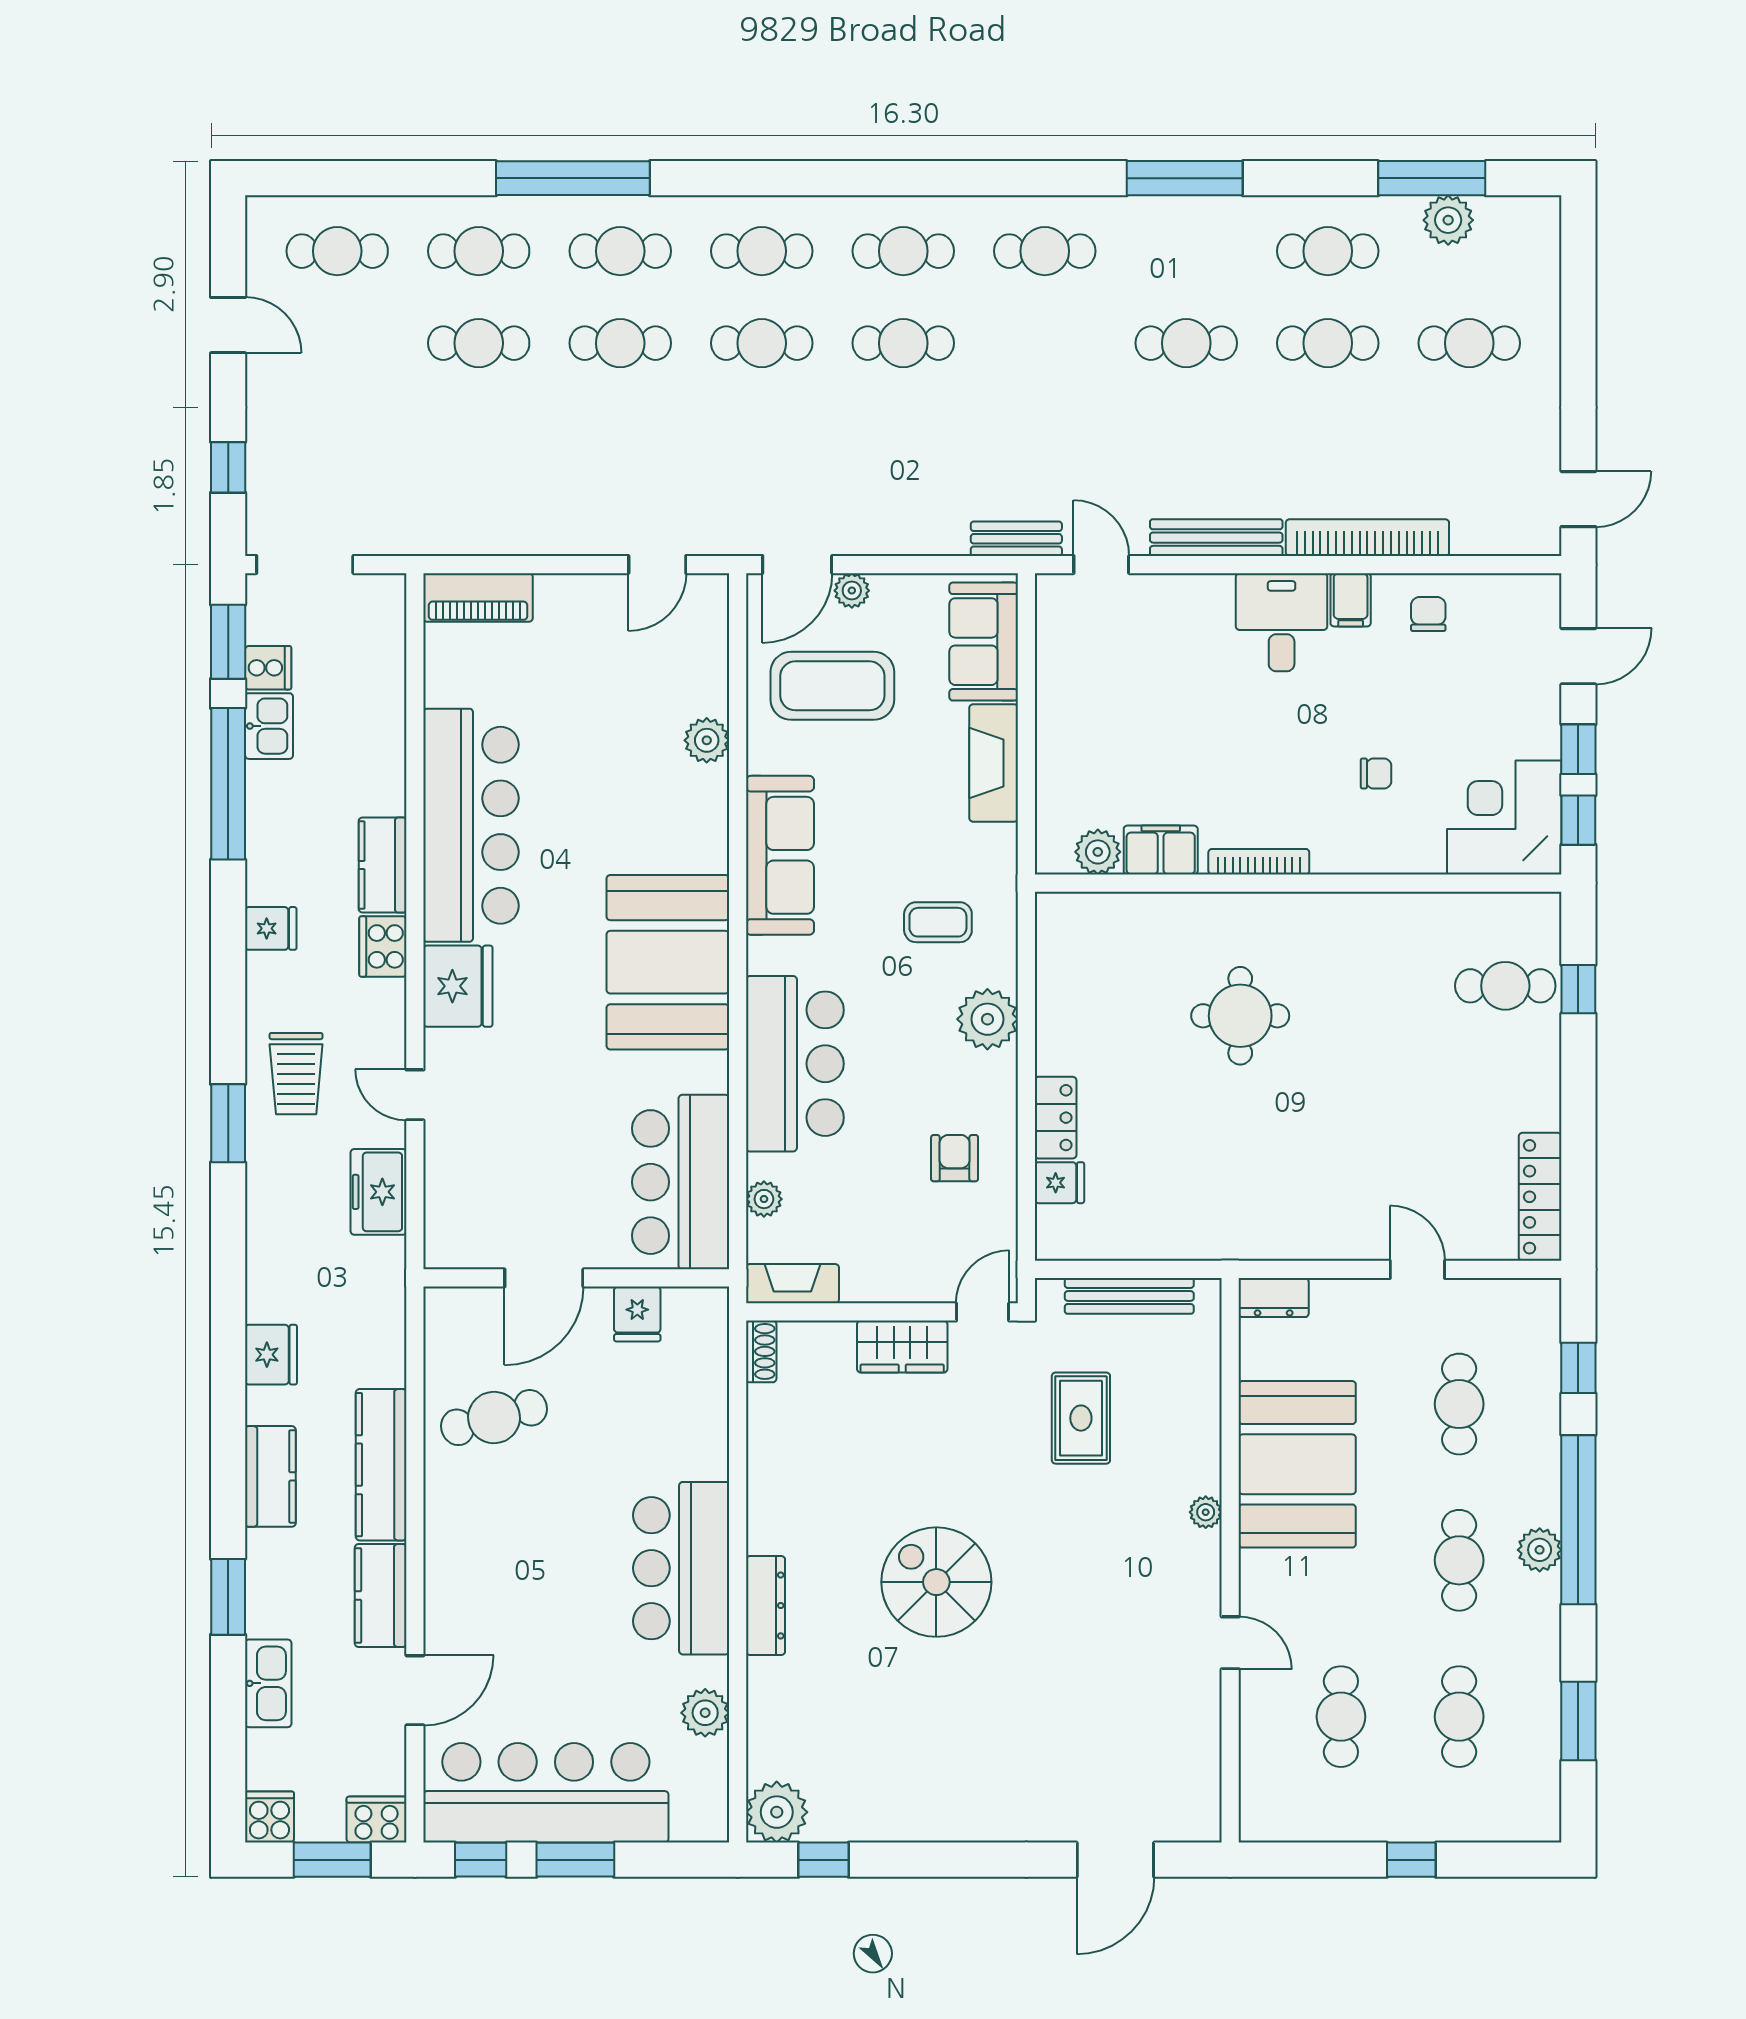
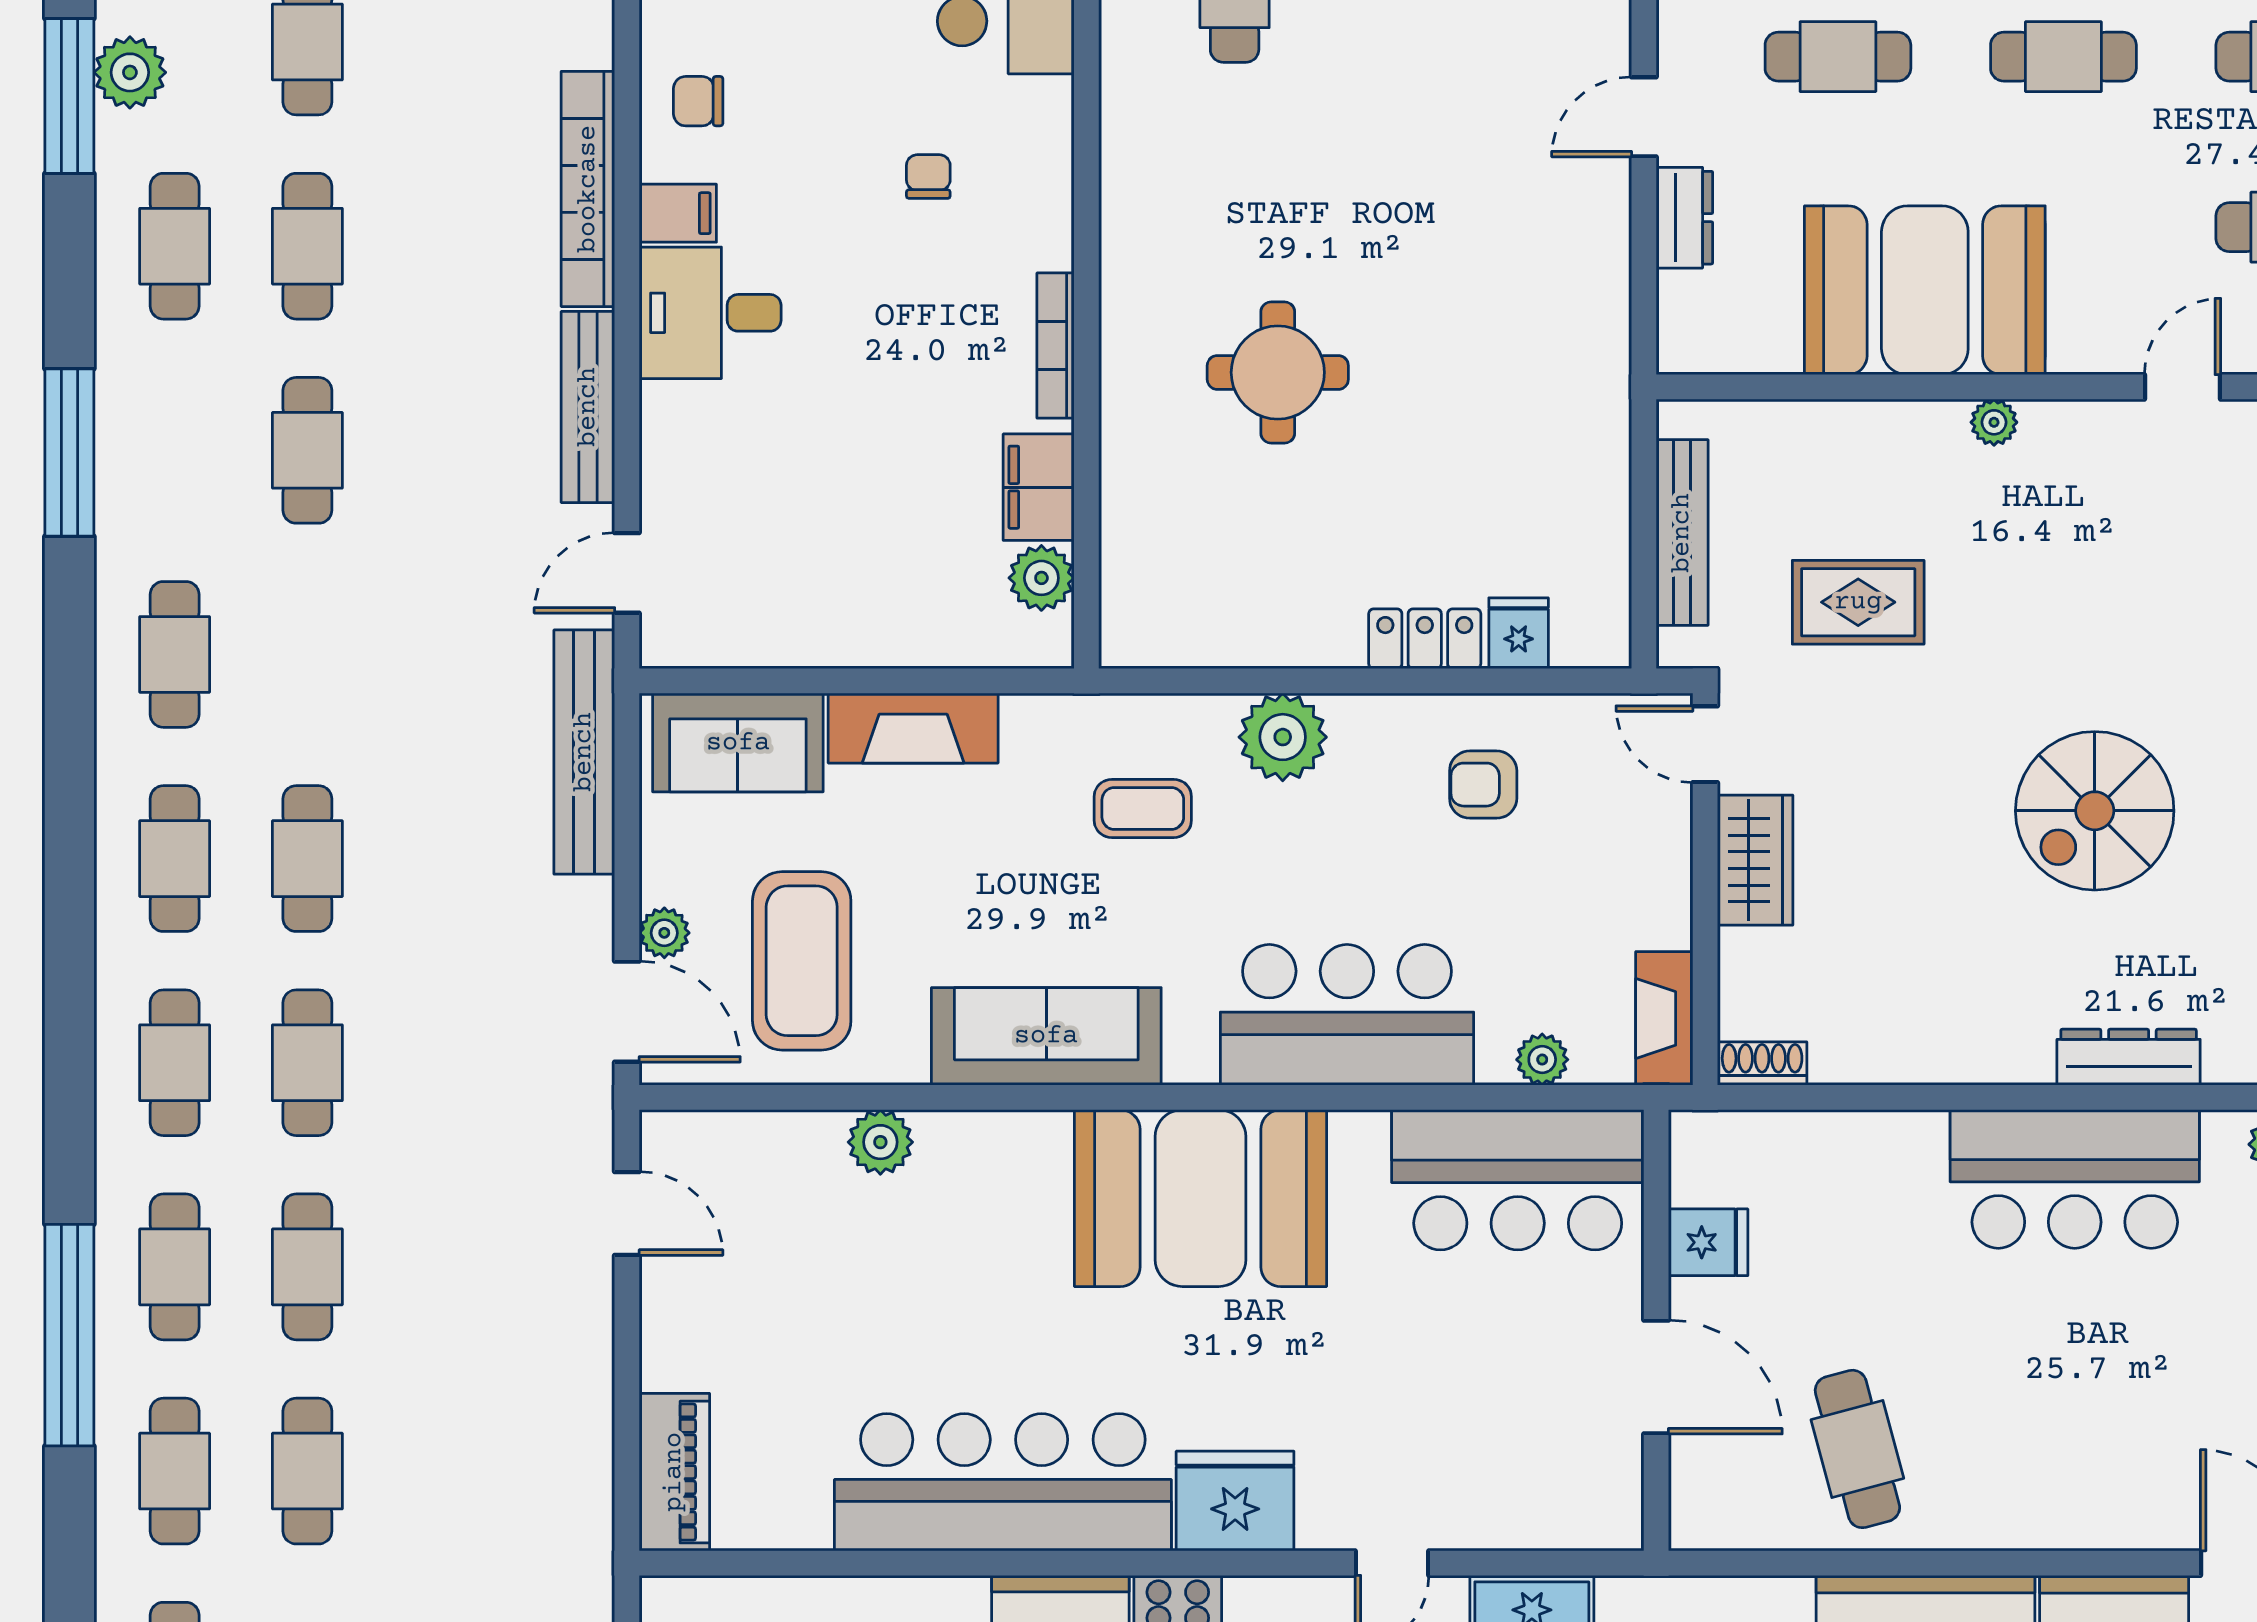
bench: (1016, 539) -> (584, 752), width x1.86, depth x1.21
coffee table: (938, 922) -> (1143, 808), turned 90
dresser: (1274, 1298) -> (1684, 218), moved

